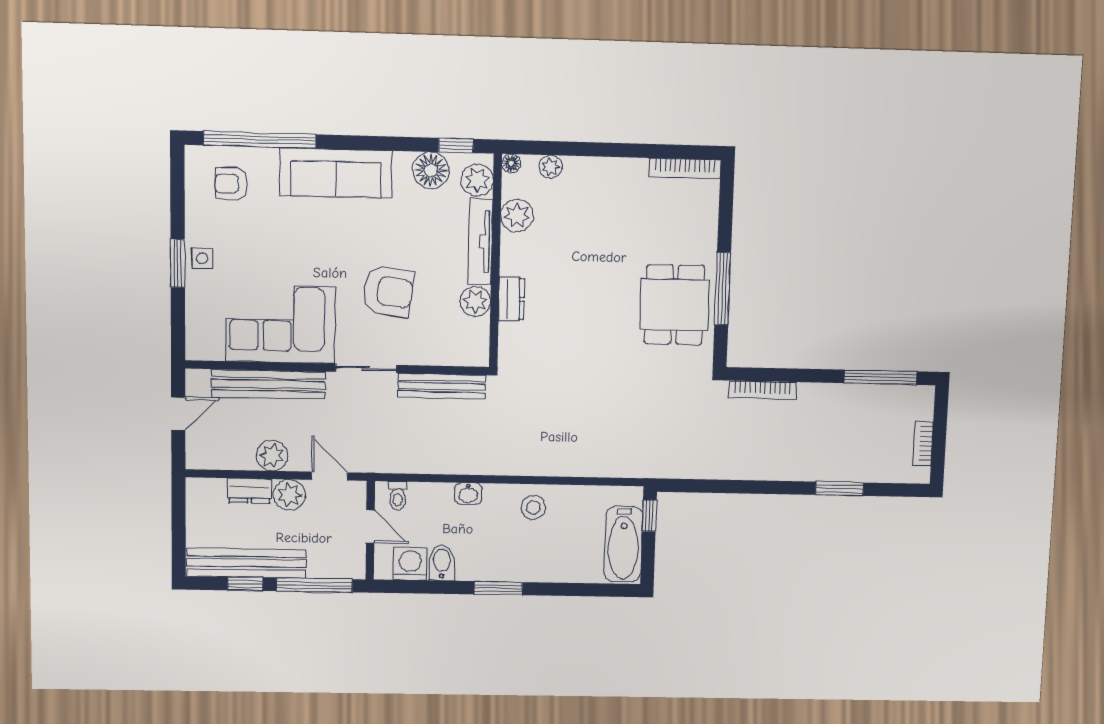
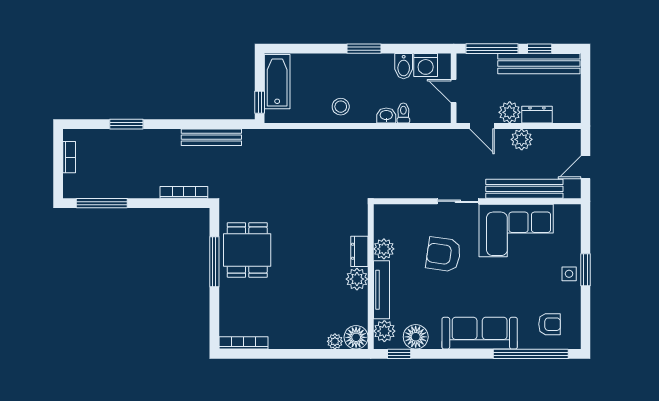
floor lamp: (511, 163) -> (356, 337), width x1.89, depth x1.89
plant: (517, 216) -> (357, 279), moved
bench: (442, 386) -> (211, 137), moved
toilet: (398, 496) -> (403, 113), moved

